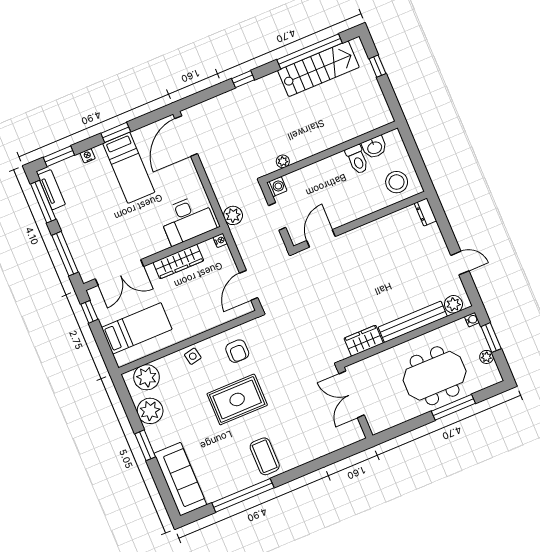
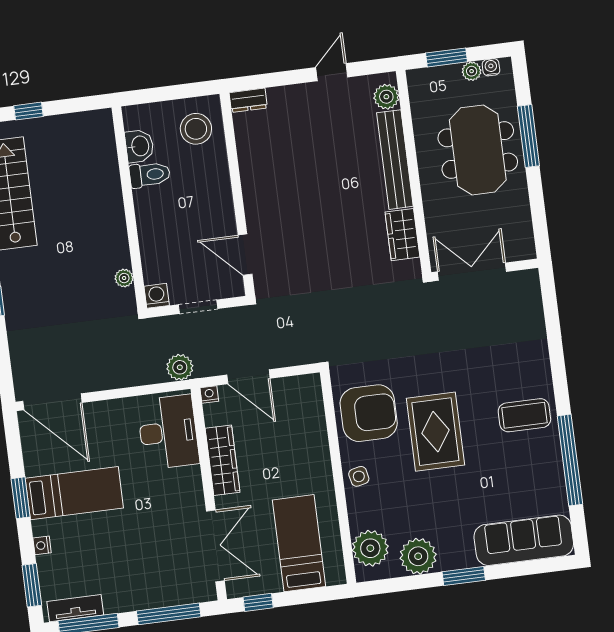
door: (249, 285) -> (248, 377), moved
water cooler: (472, 320) -> (491, 67), moved
armchair: (237, 351) -> (369, 413), width x1.88, depth x1.88
double door: (352, 394) -> (472, 272), swing flipped

